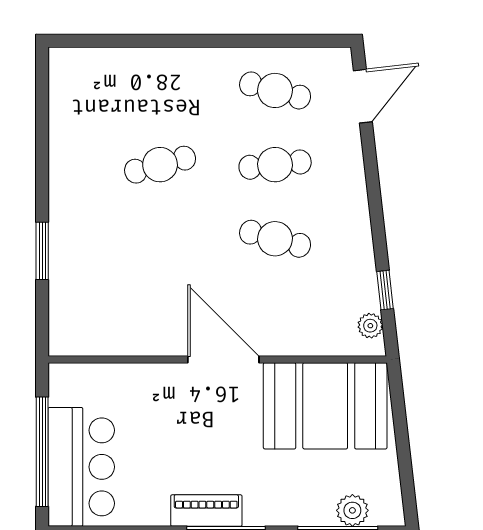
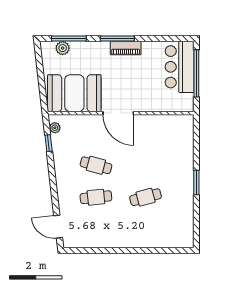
cafe table: (275, 90) -> (96, 229), removed
door: (363, 96) -> (58, 227), hinge flipped
window: (42, 251) -> (196, 182), moved

